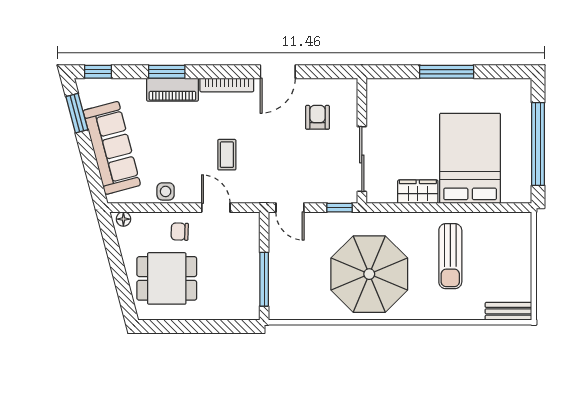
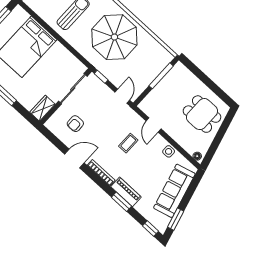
wardrobe: (418, 192) -> (42, 108), moved, turned 90
chair: (180, 232) -> (178, 129), removed

